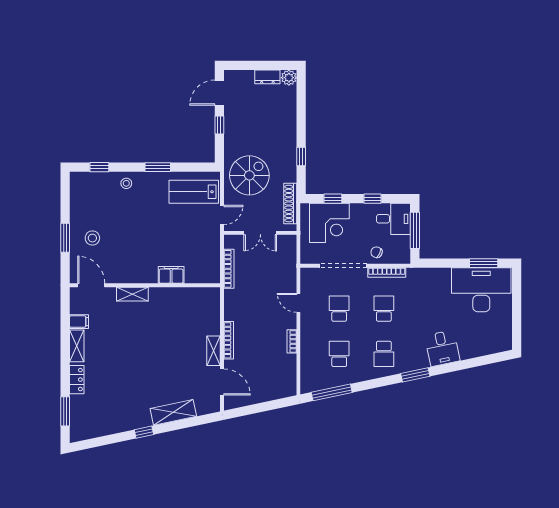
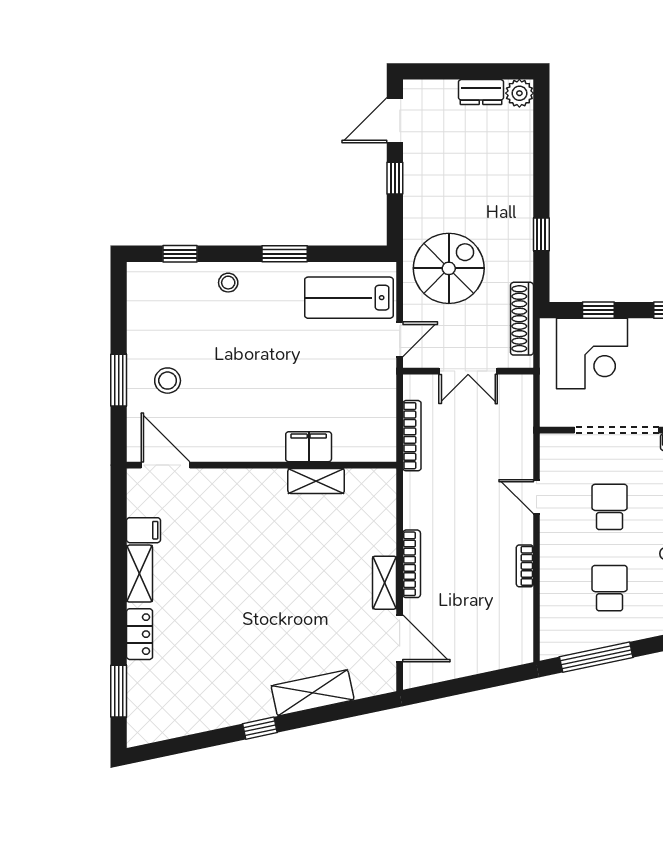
shelving: (132, 294) -> (316, 481), moved

